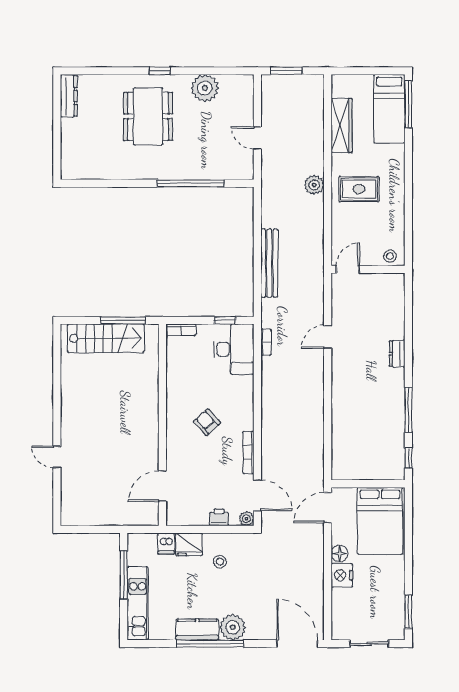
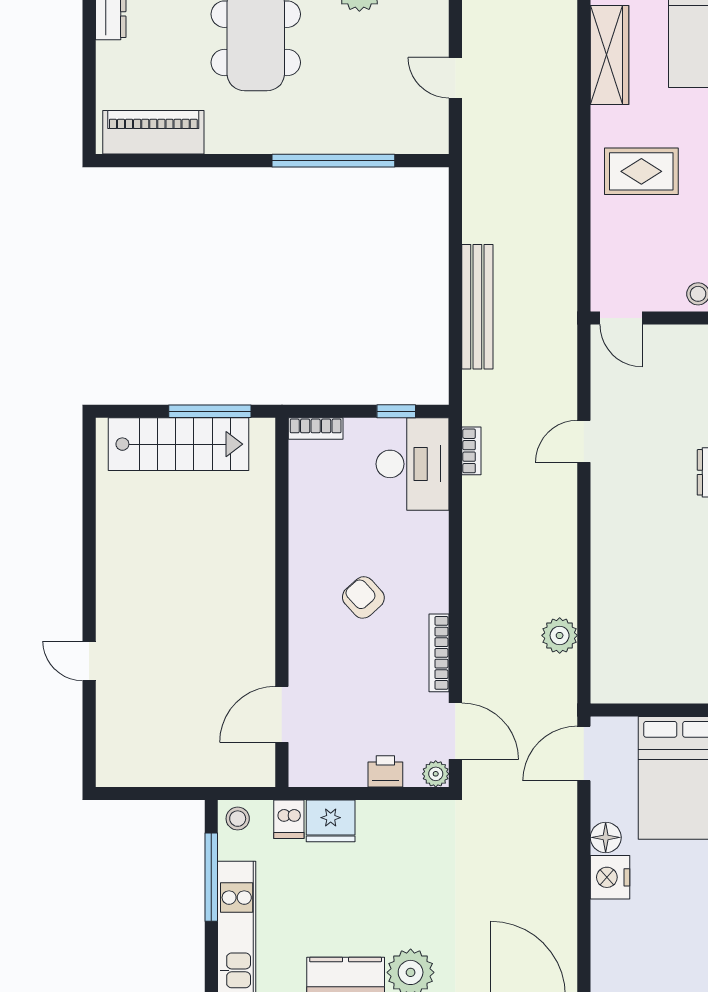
piano: (92, 168) -> (153, 132), added
plant: (314, 185) -> (560, 635), moved
door: (348, 269) -> (621, 318), swing flipped
stool: (220, 562) -> (238, 819), moved

